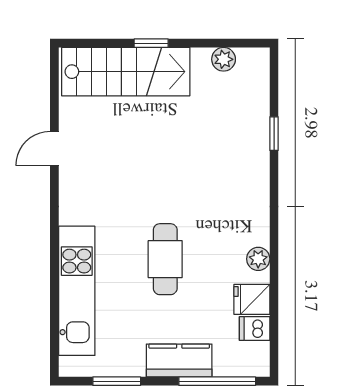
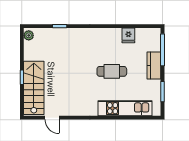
plant: (224, 59) -> (29, 35), moved
door: (54, 148) -> (52, 118), moved
plant: (258, 259) -> (112, 33), removed
dishwasher: (255, 328) -> (141, 34), removed

